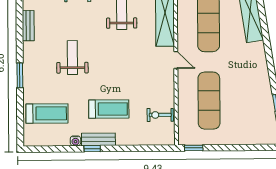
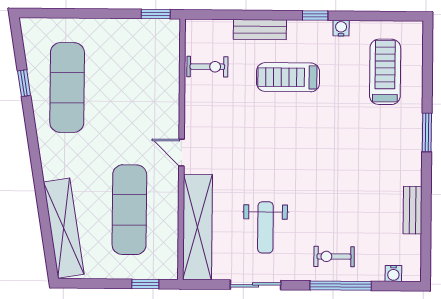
weight bench: (72, 58) -> (344, 159), removed
exercise mat: (209, 101) -> (67, 87), moved
treadmill: (47, 113) -> (385, 72), turned 90
bench: (98, 139) -> (260, 30), moved

